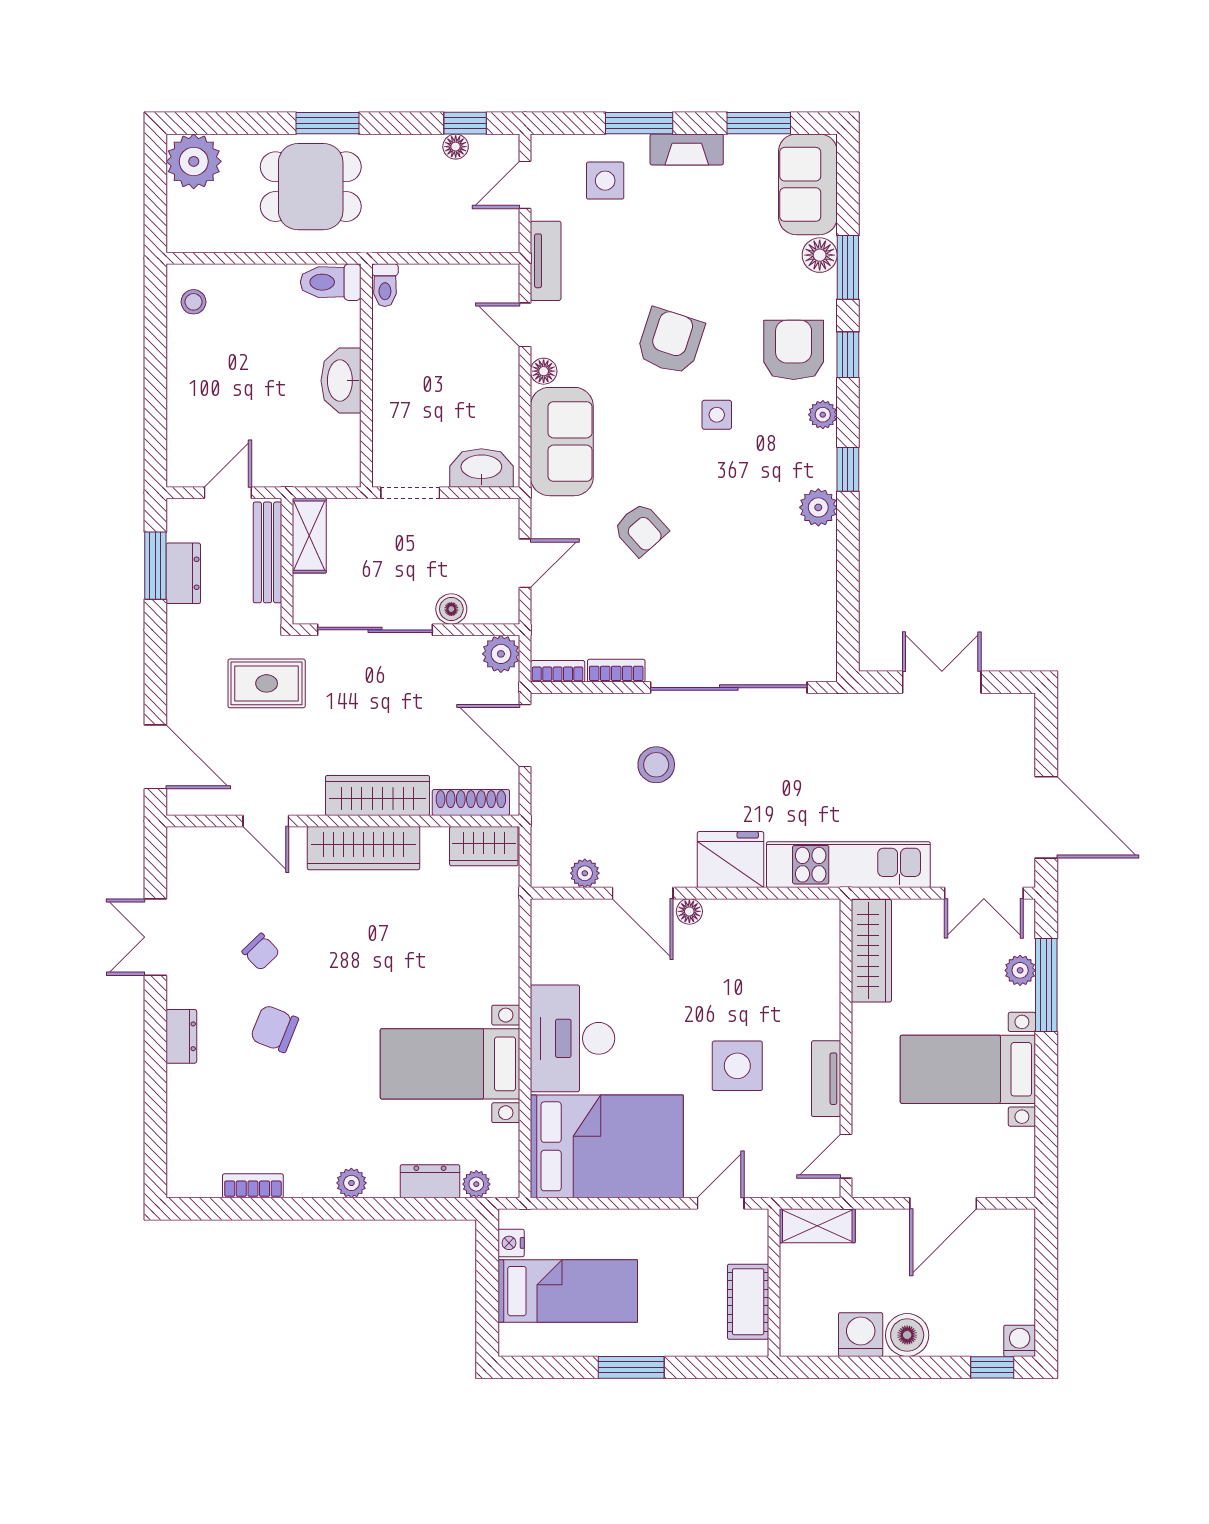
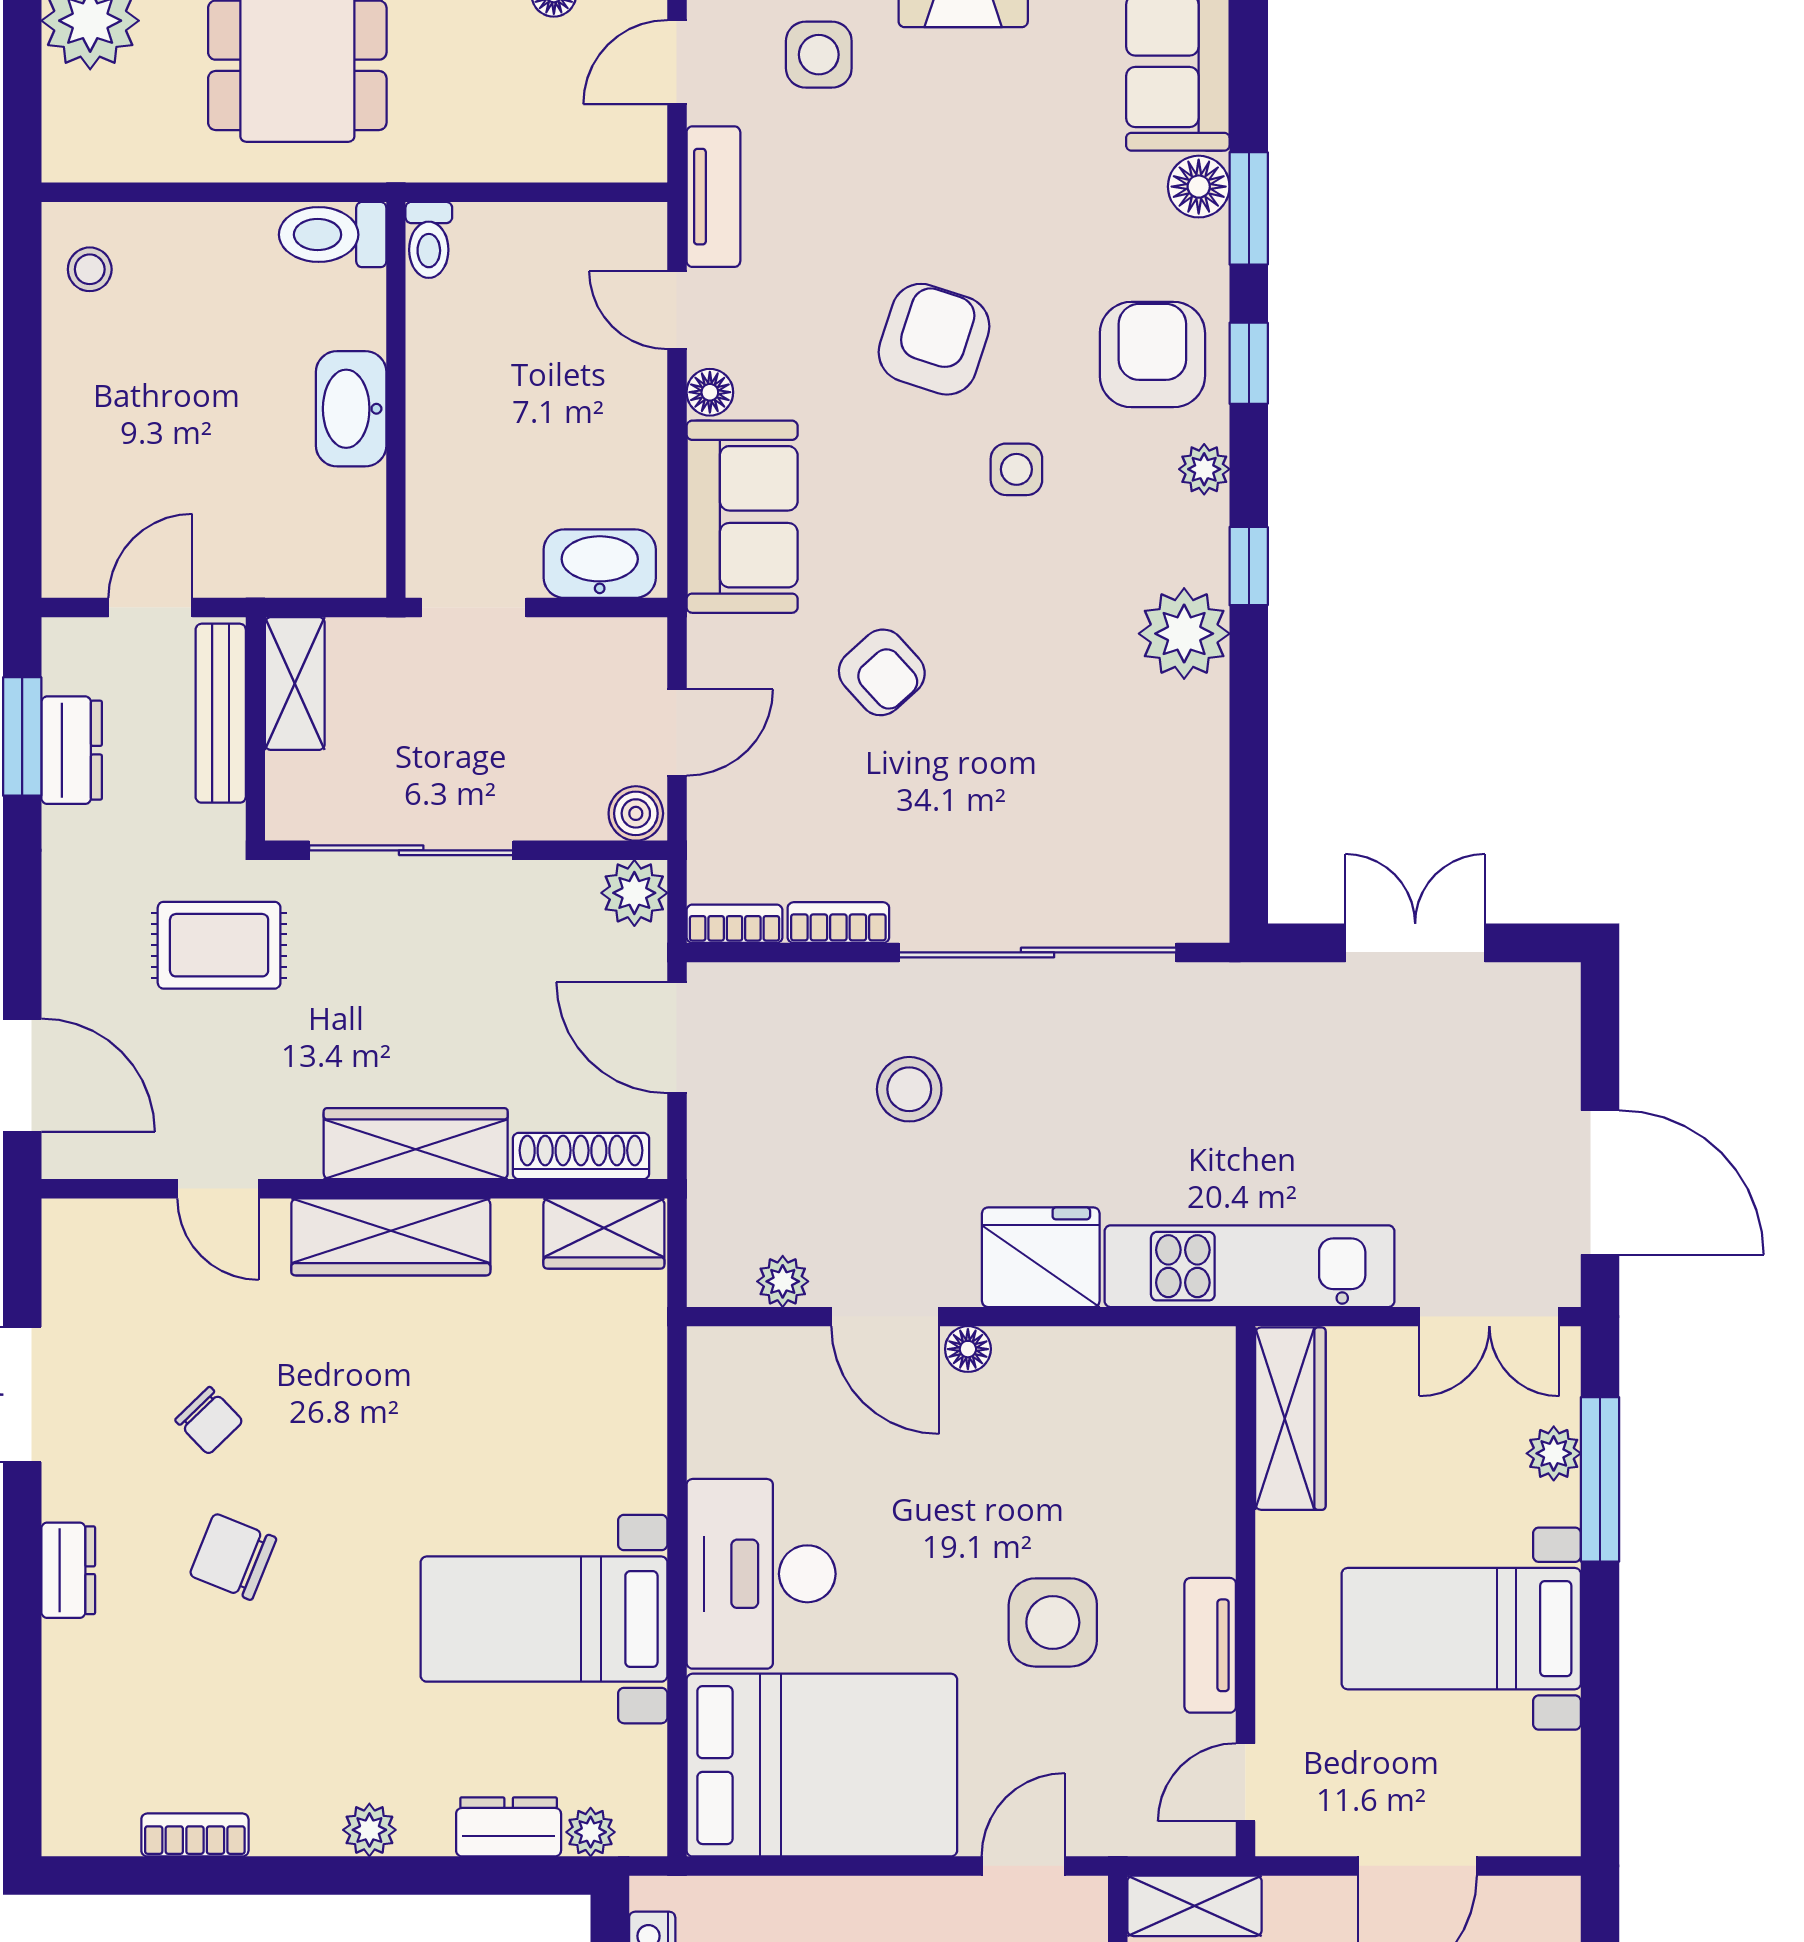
plant: (818, 507) -> (1184, 634), width x1.36, depth x1.36
boiler: (451, 609) -> (636, 813), moved

